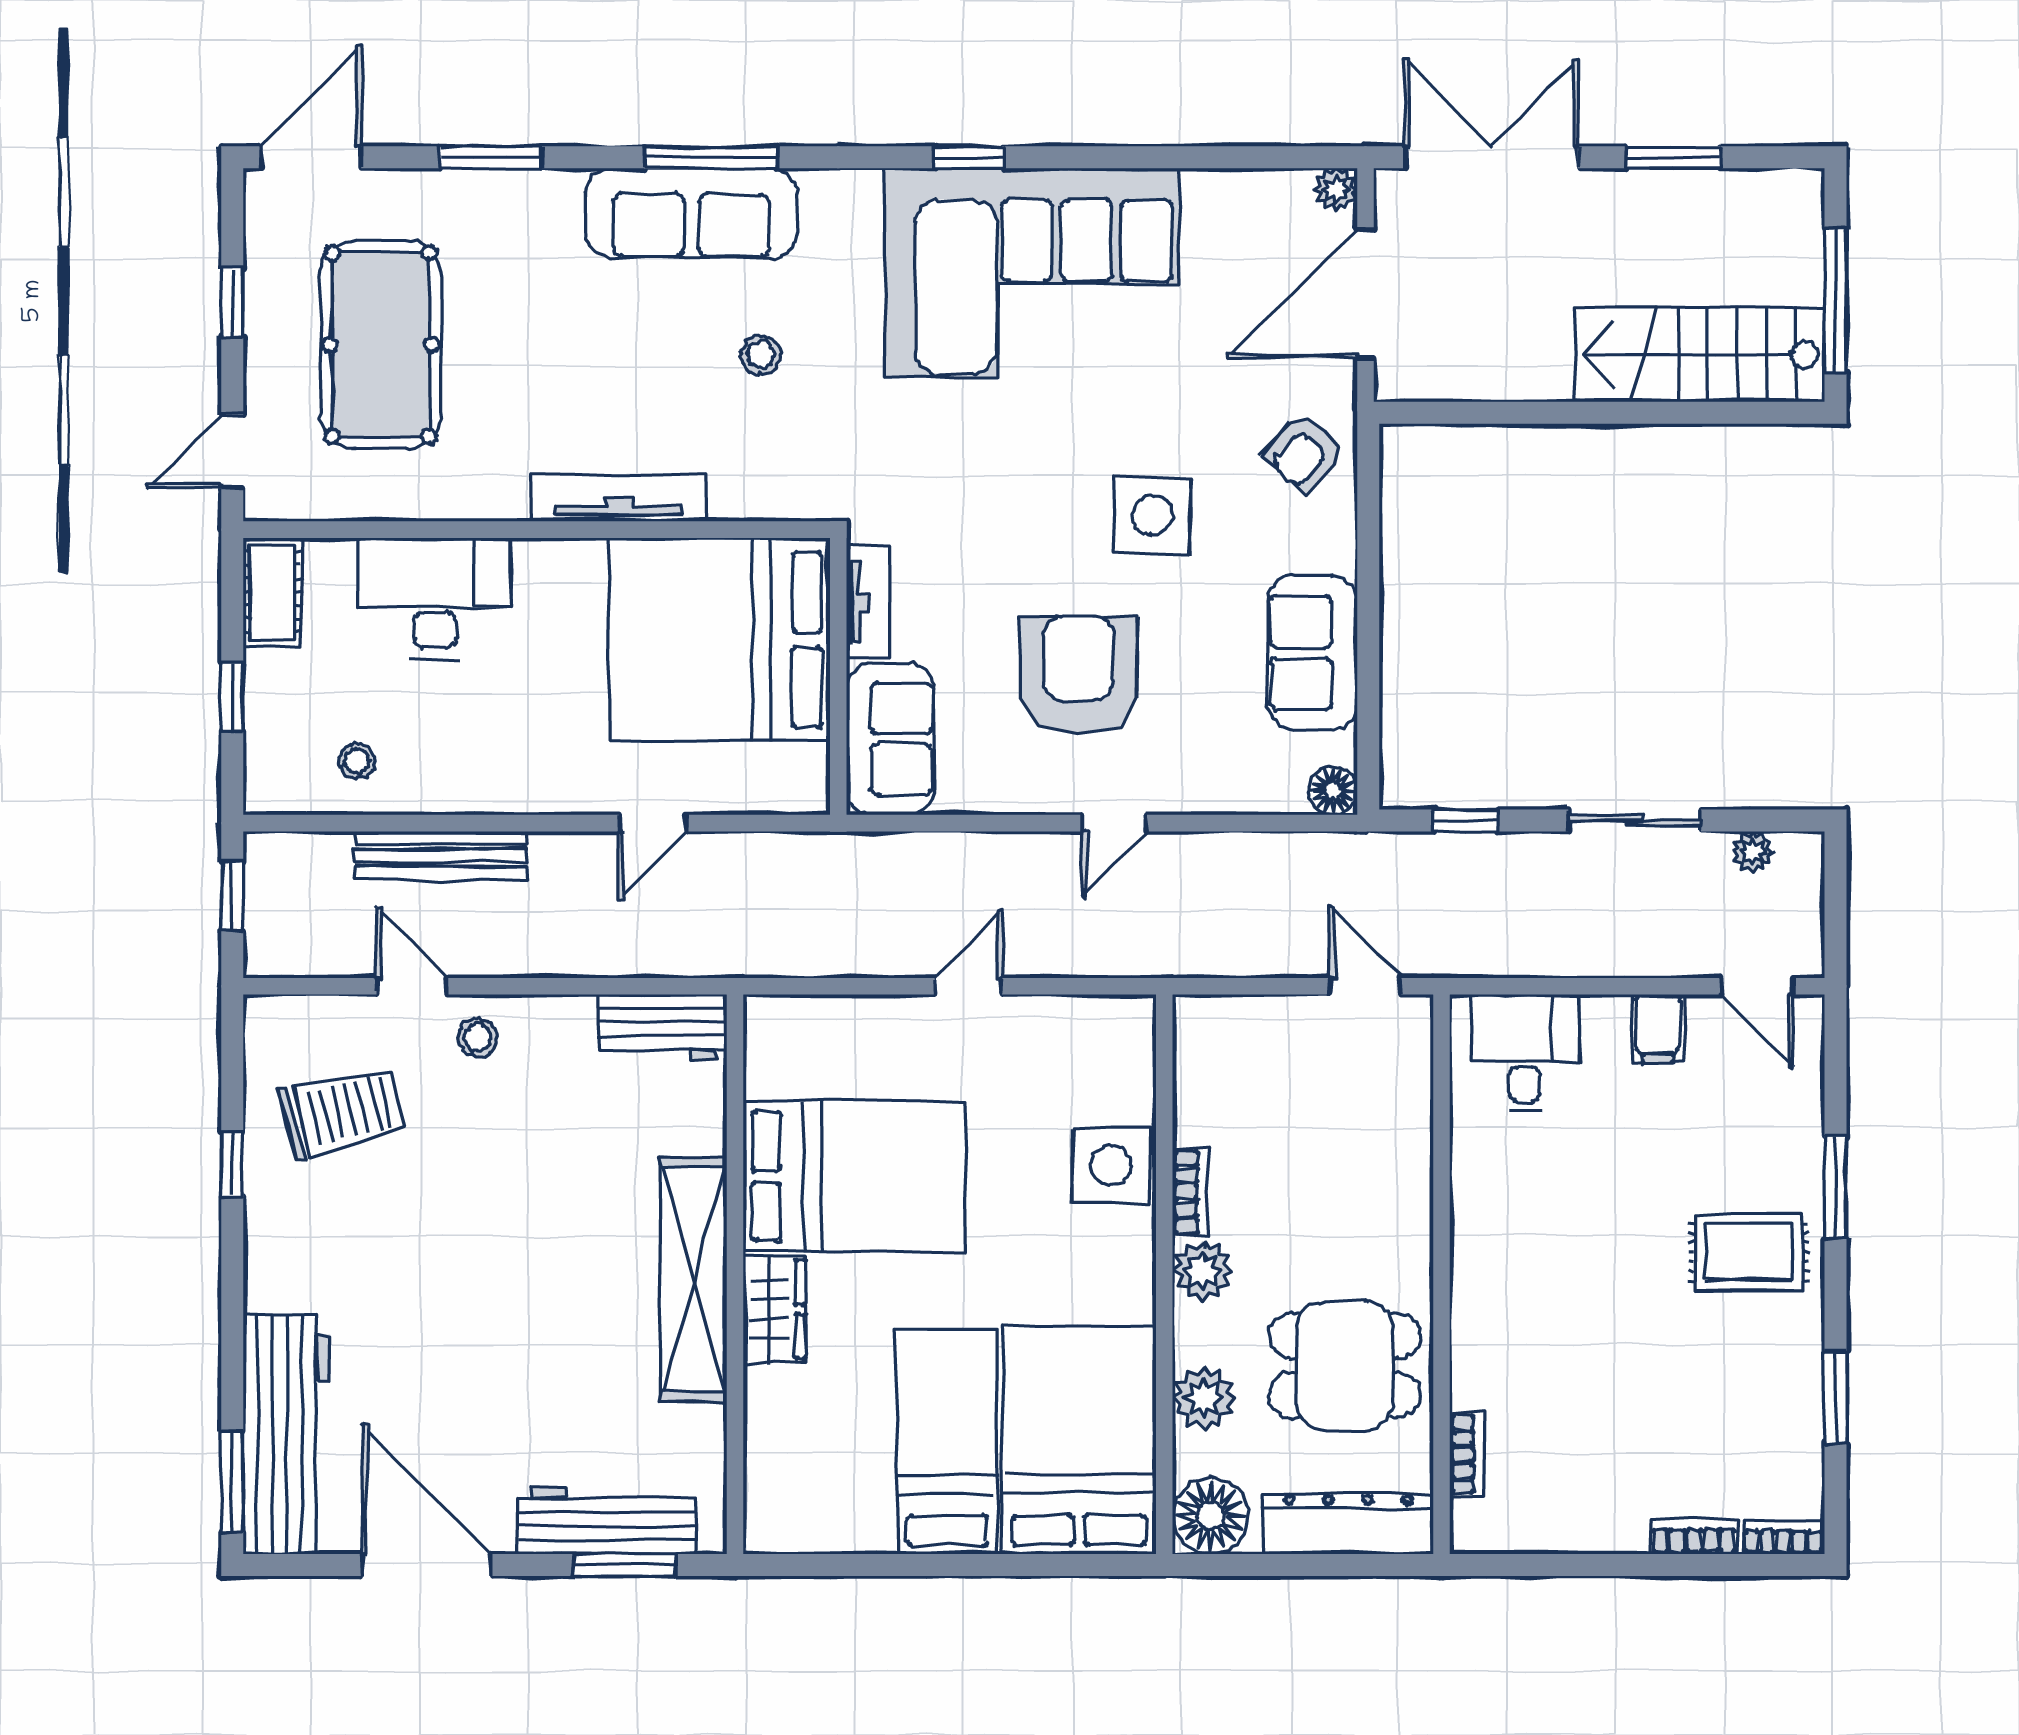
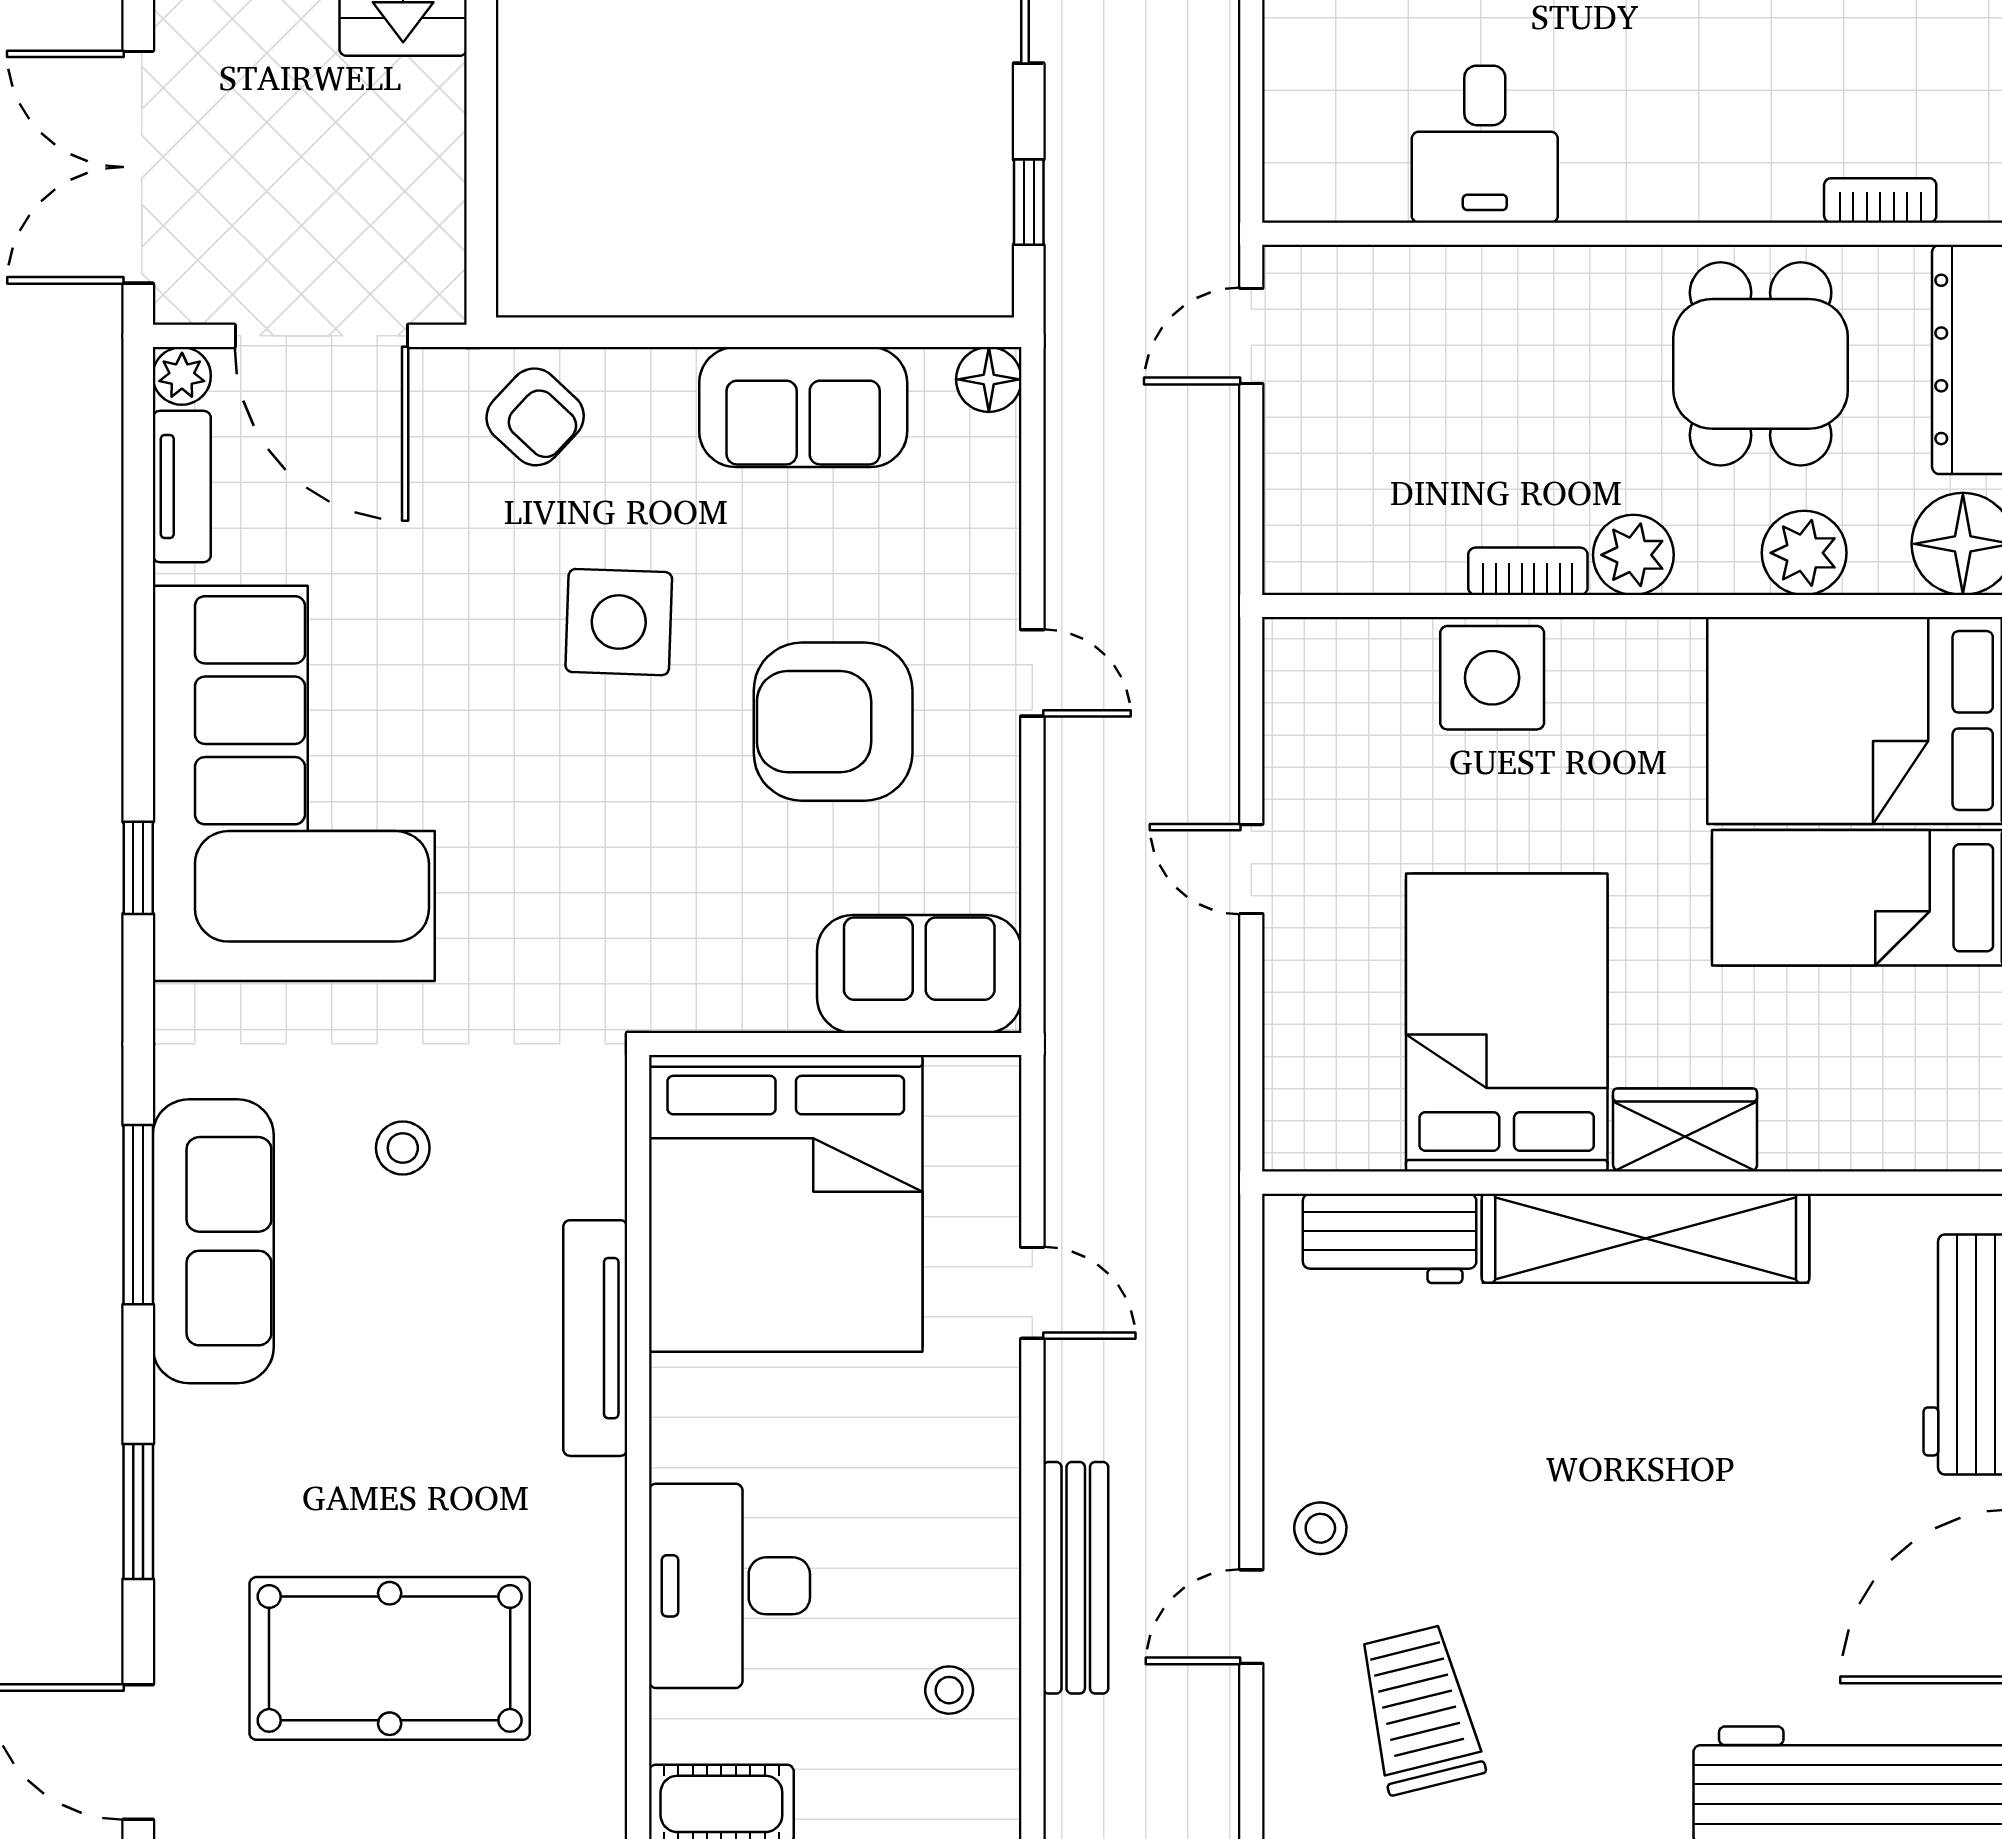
tv unit: (868, 602) -> (182, 487), moved, turned 90
workbench: (662, 1028) -> (1390, 1238), moved, turned 90
desk: (1525, 1053) -> (1485, 144), moved, turned -90

